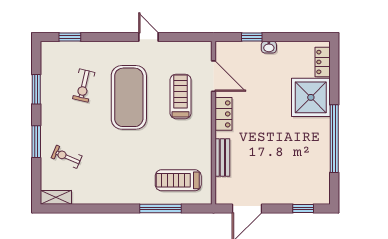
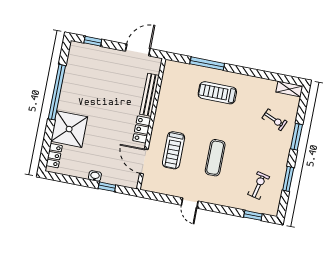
exercise bike: (84, 86) -> (259, 185), moved
exercise mat: (129, 97) -> (215, 158), width x0.50, depth x0.69
bench: (222, 157) -> (150, 95), width x1.36
treadmill: (178, 180) -> (217, 93), moved, turned 180

